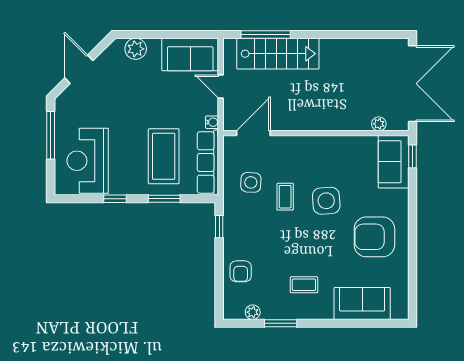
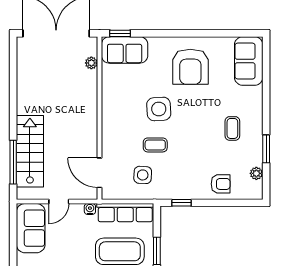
sofa: (362, 303) -> (249, 61), moved

